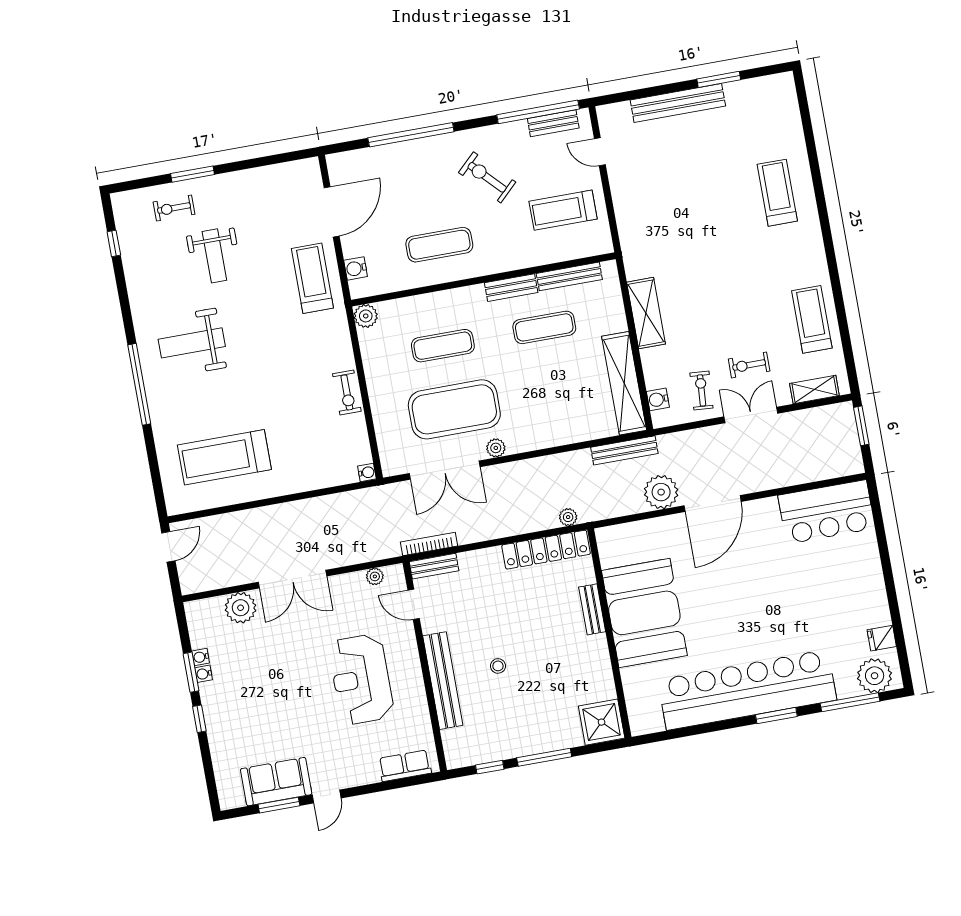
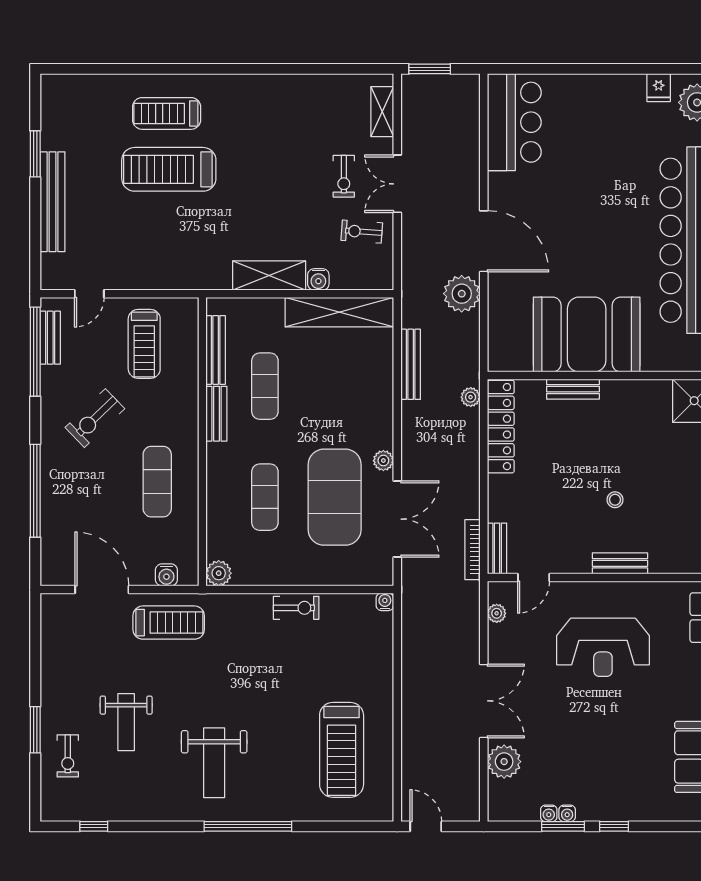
weight bench: (214, 256) -> (126, 722), turned 90
treadmill: (312, 278) -> (169, 623), turned 180
treadmill: (812, 319) -> (169, 169), moved, width x1.37, depth x1.38
water cooler: (658, 399) -> (318, 279), moved
bench: (624, 450) -> (411, 364), moved
bench: (443, 681) -> (620, 563), width x0.54, depth x0.82

